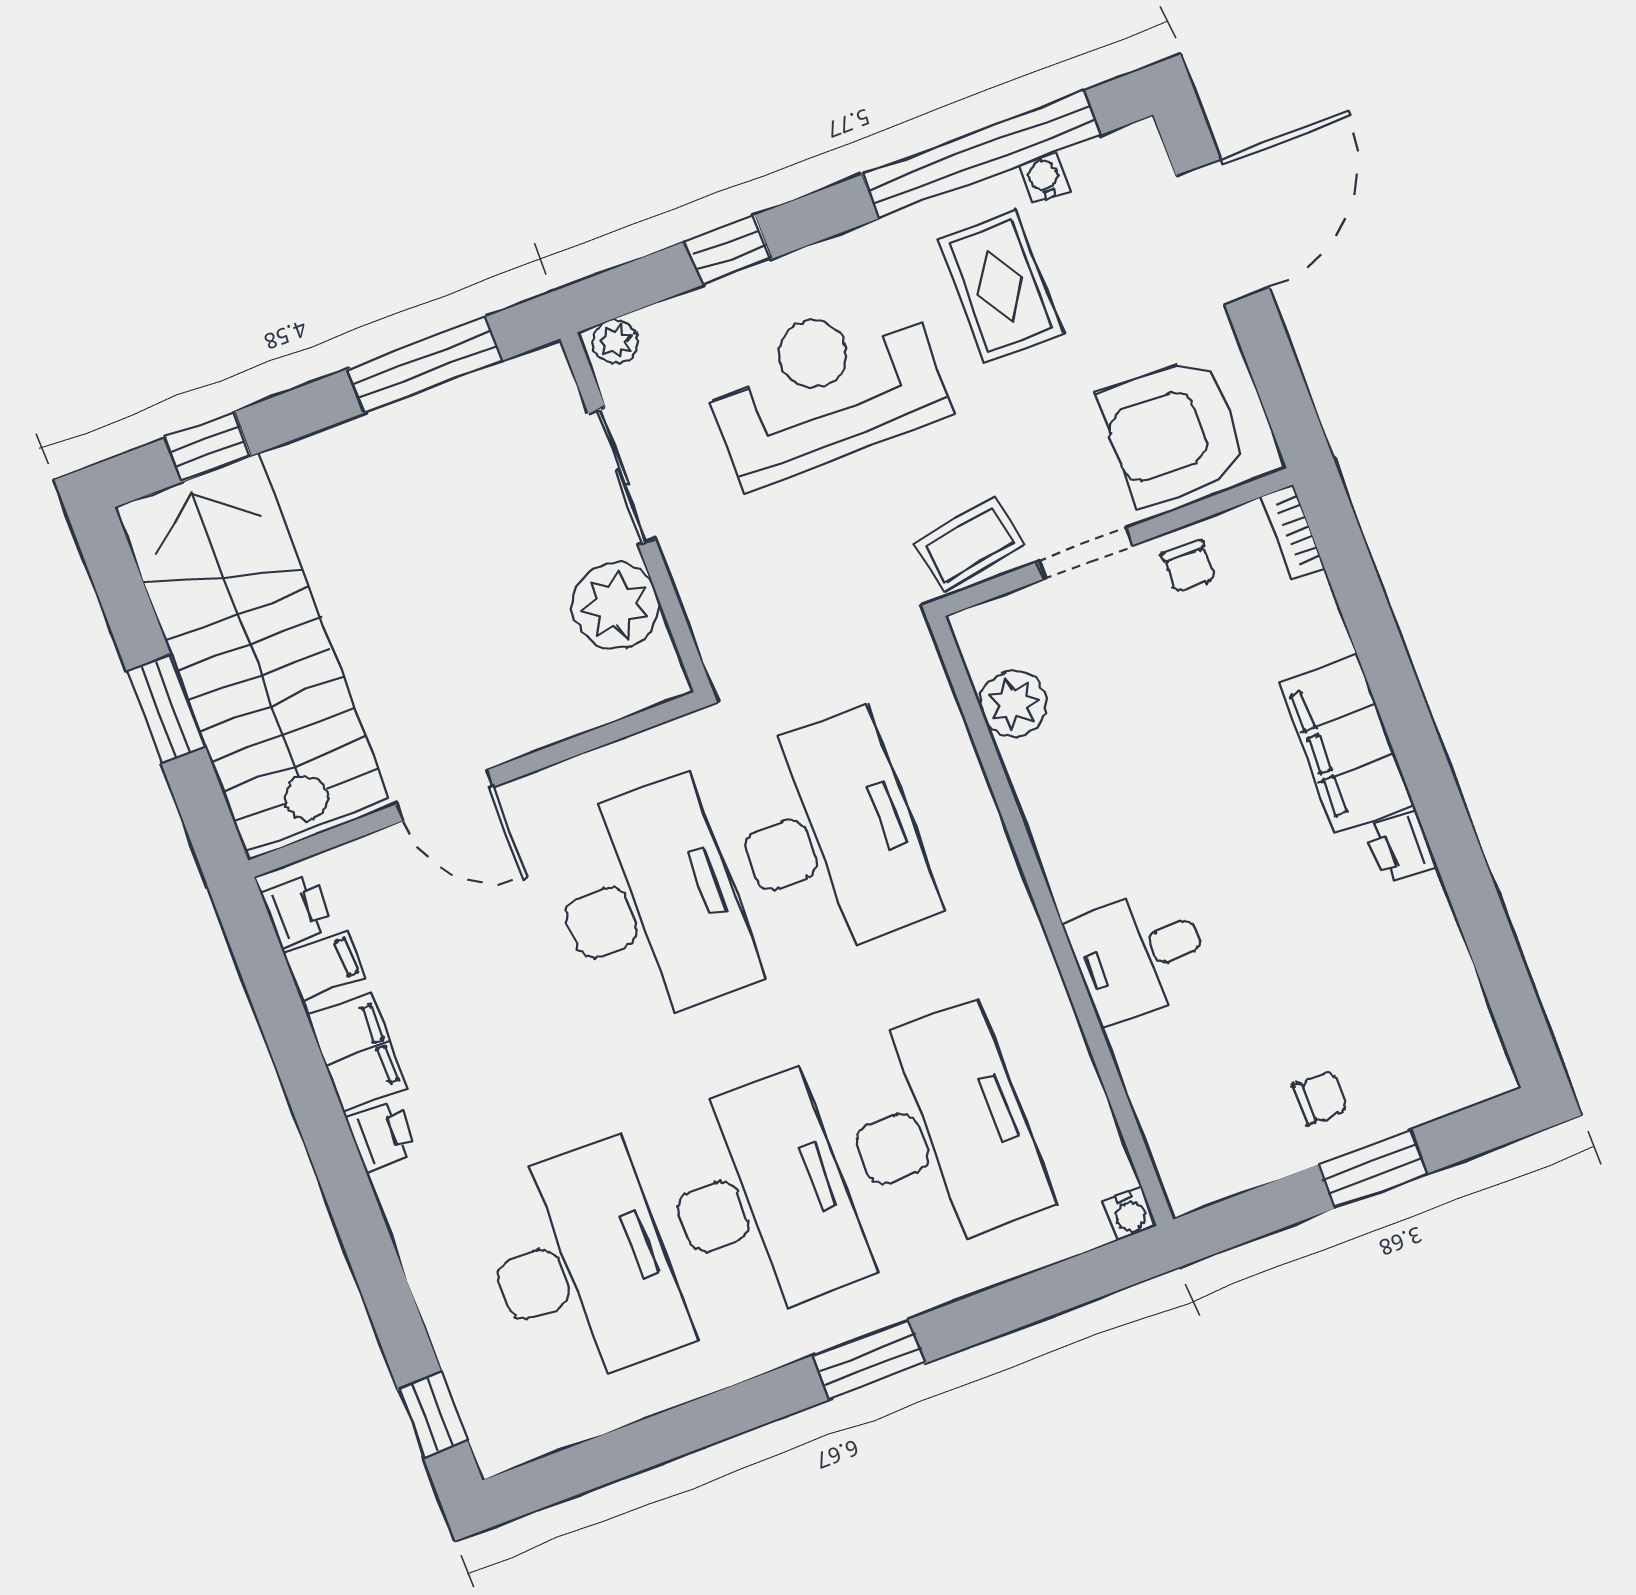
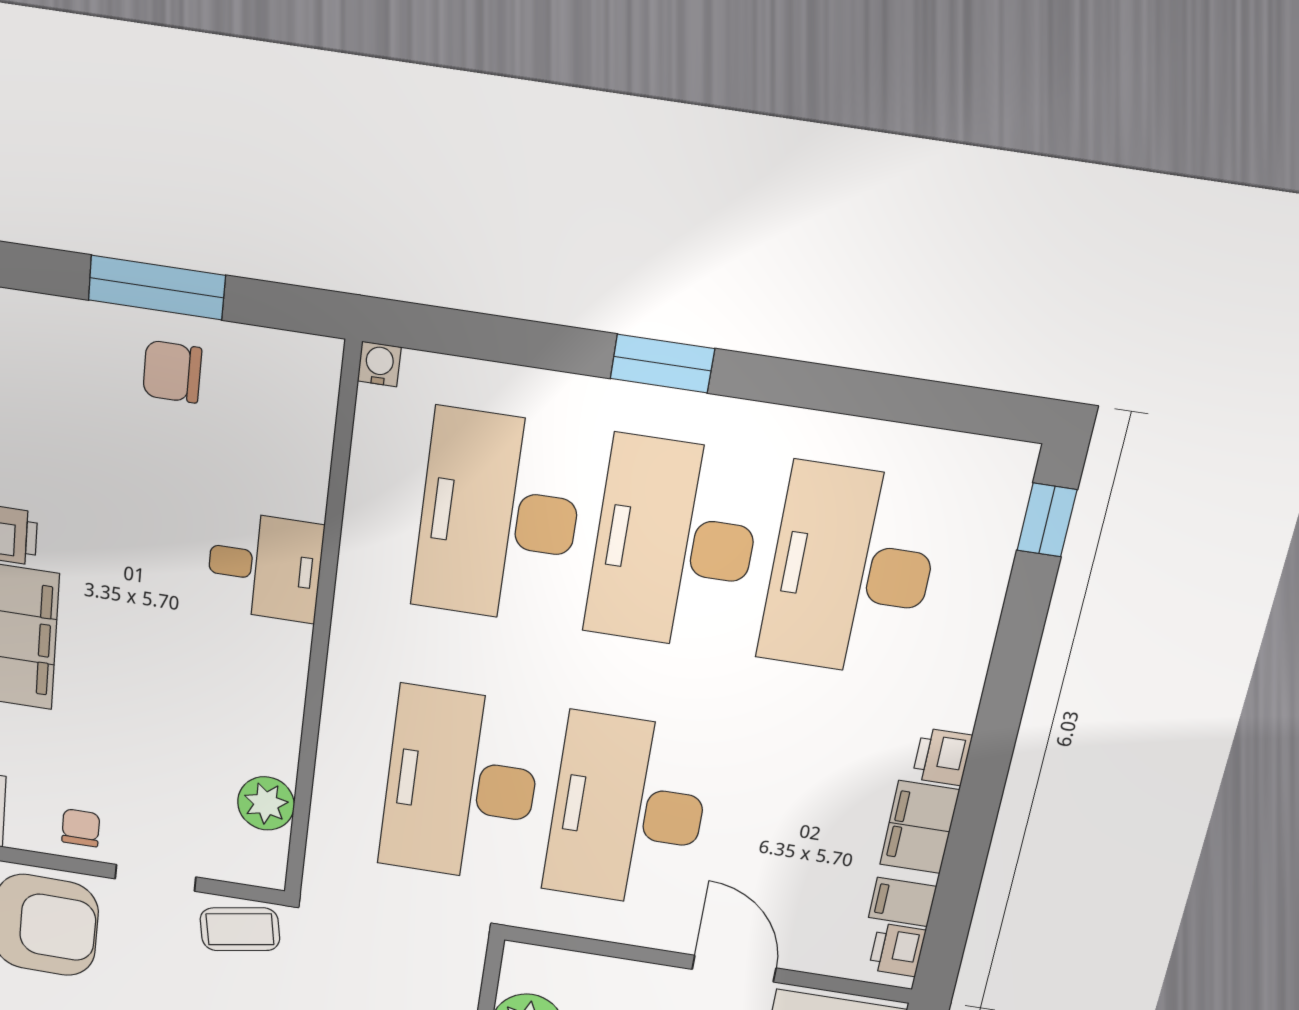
chair: (1320, 1098) -> (172, 372), width x1.37, depth x1.37
window: (1372, 1169) -> (157, 288), width x1.44

